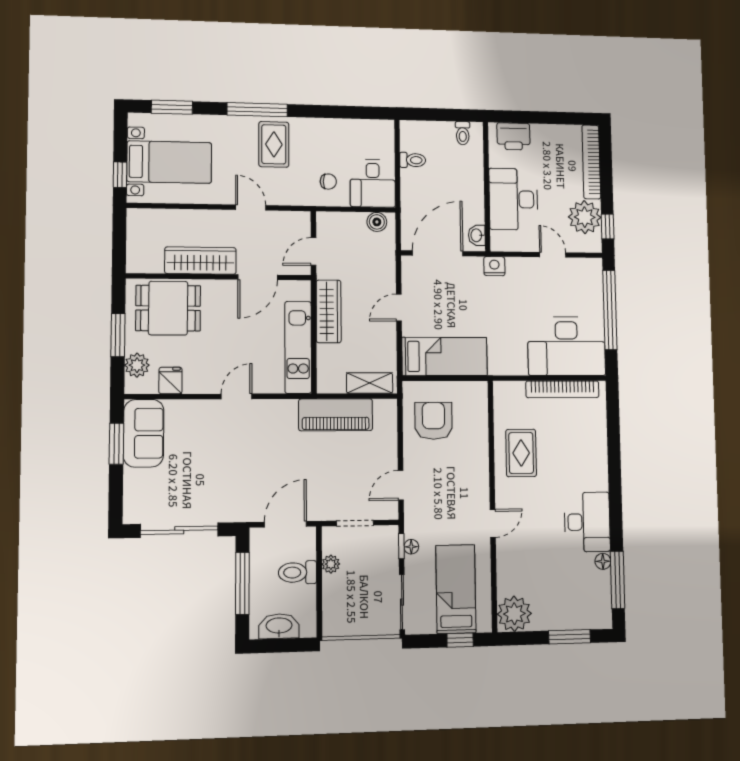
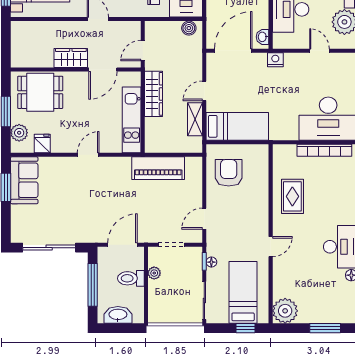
wardrobe: (200, 261) -> (71, 58), width x0.67
shelving: (370, 383) -> (195, 119), moved, turned 90

